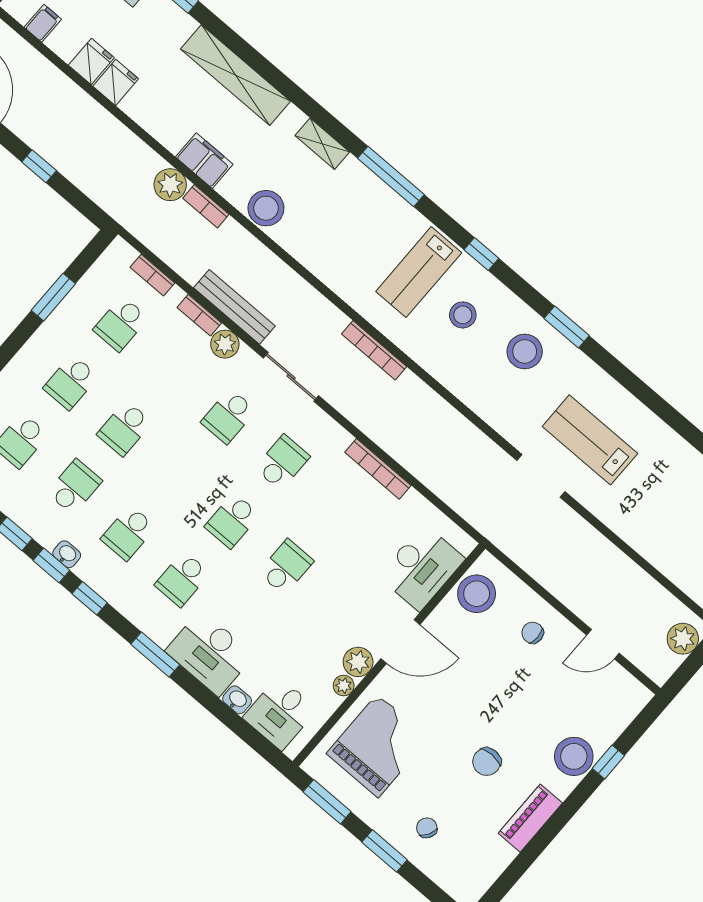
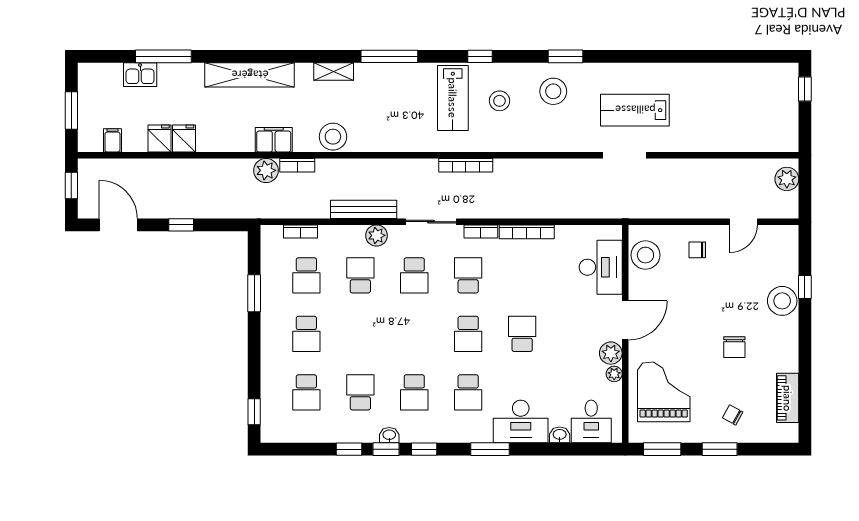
bookcase: (199, 315) -> (481, 231), moved
school desk: (125, 428) -> (360, 275), moved, turned 180
piano: (530, 818) -> (788, 398), moved

